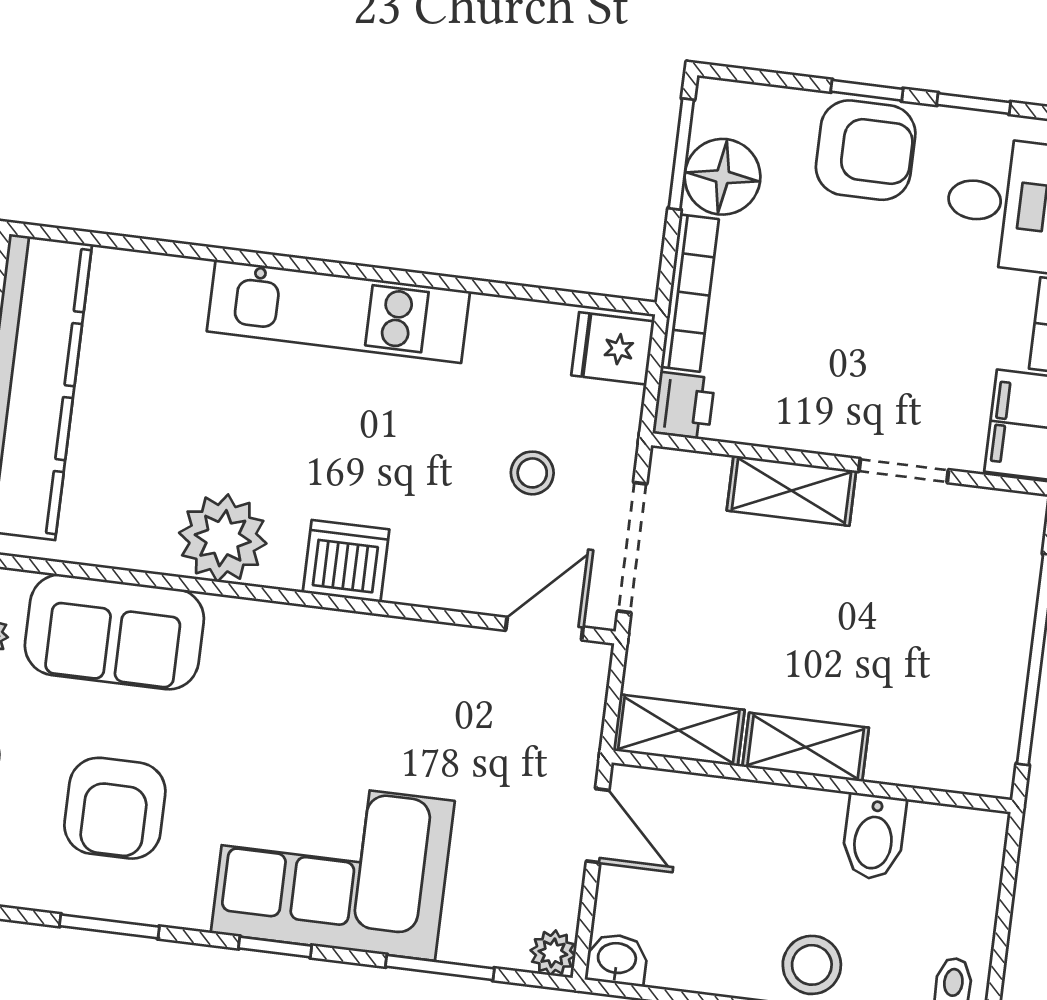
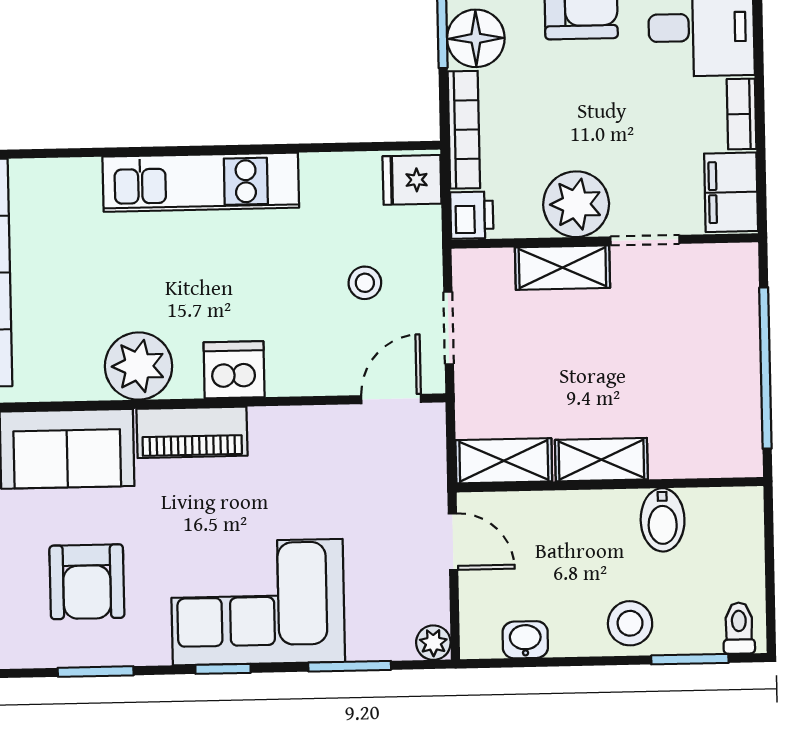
plant: (821, 411) -> (576, 204), added
doorway: (632, 548) -> (449, 328), width x0.73
piano: (280, 634) -> (192, 432), added
washbasin: (617, 959) -> (525, 640), moved

